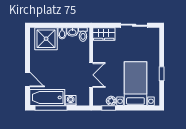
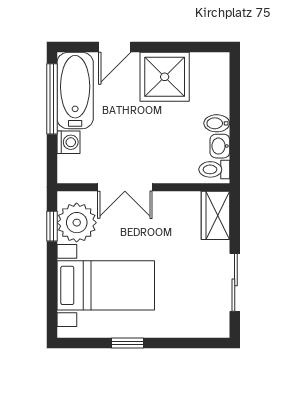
shower: (46, 39) -> (165, 77), moved
plant: (111, 101) -> (77, 223), width x1.88, depth x1.88

